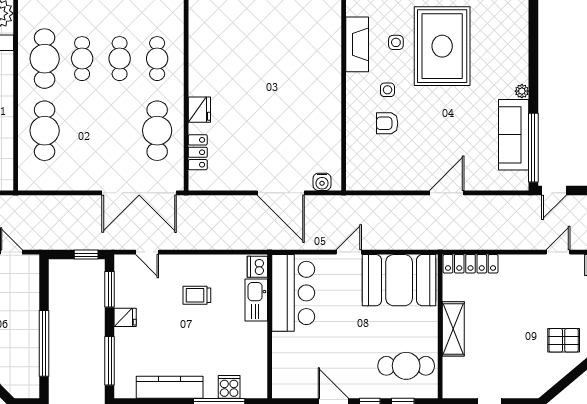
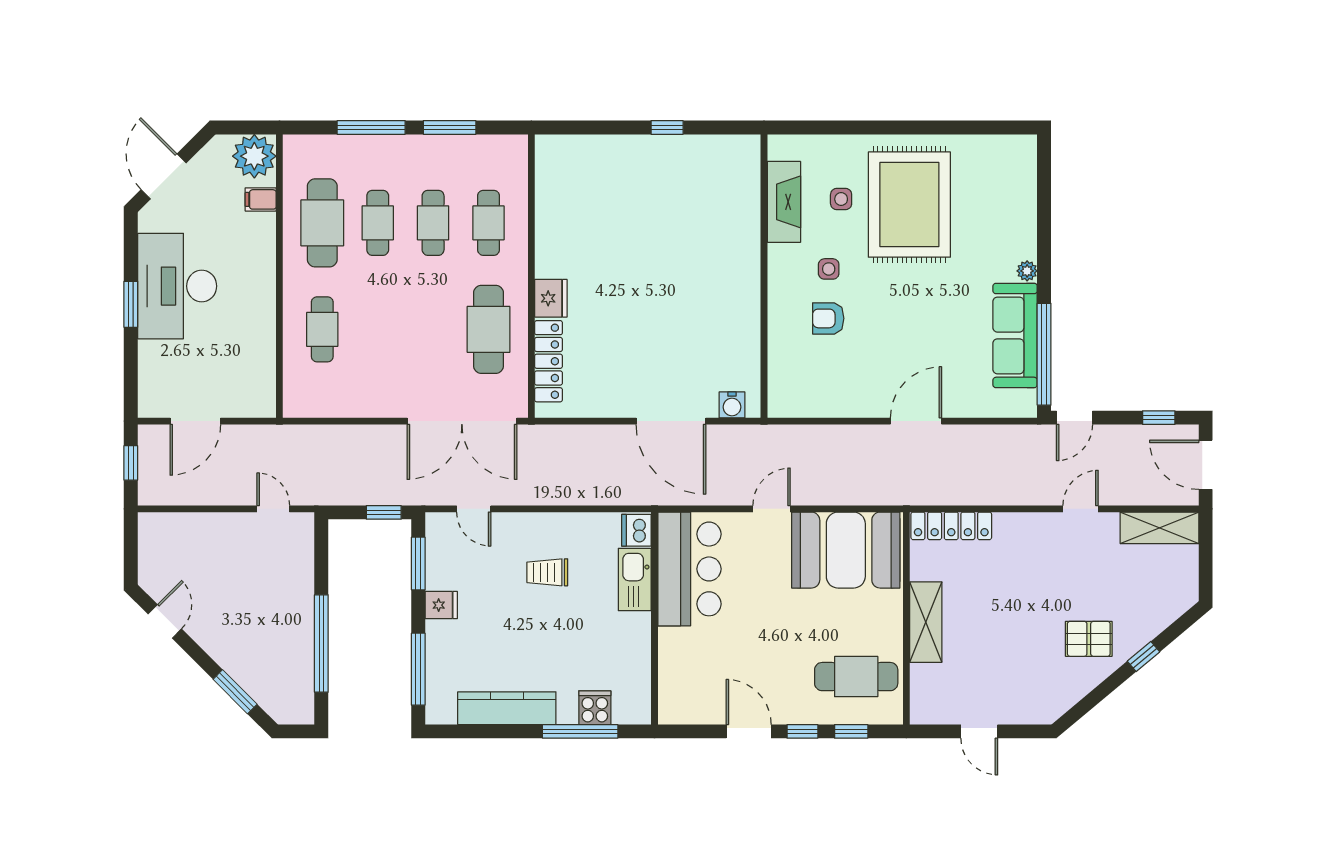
cafe table: (45, 131) -> (322, 329), width x0.73, depth x0.74
locker: (198, 152) -> (548, 361), width x1.53

